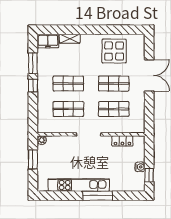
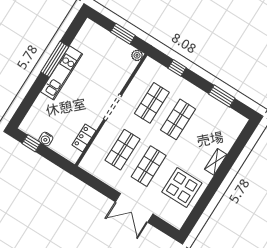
shelving: (70, 39) -> (216, 162), moved
freezer: (48, 41) -> (235, 126), removed
window: (33, 86) -> (177, 68), moved
kitchen unit: (79, 185) -> (62, 73), width x0.73
window: (98, 196) -> (55, 59), moved

